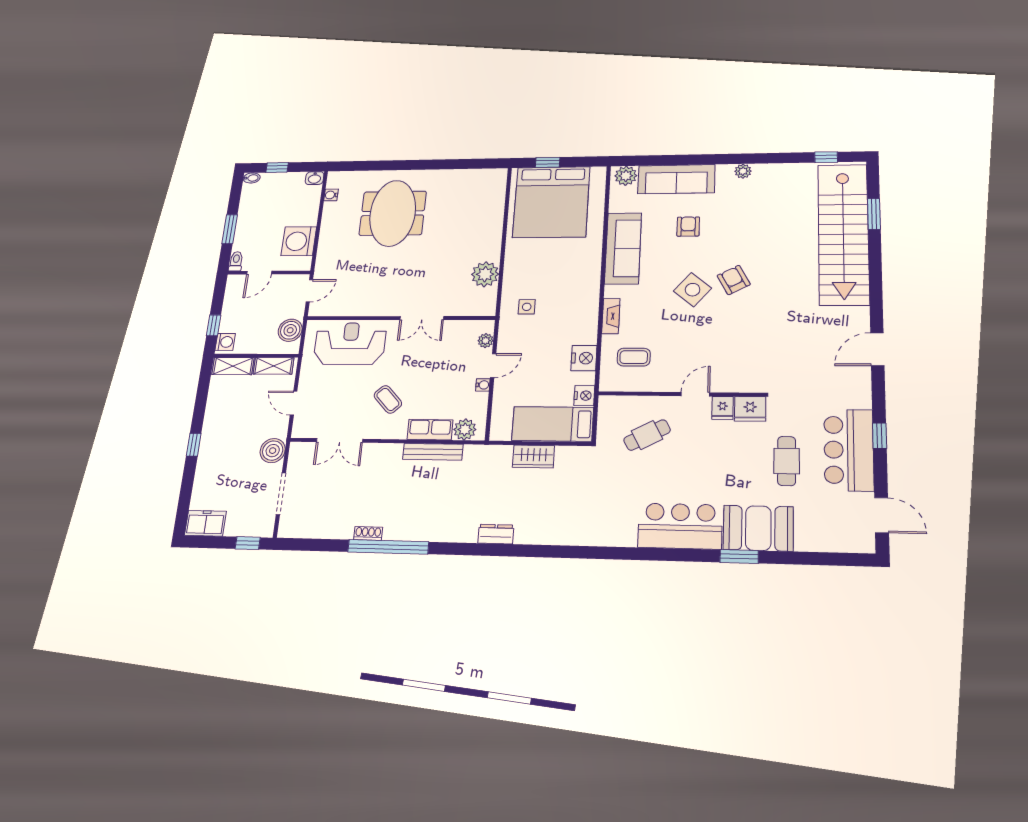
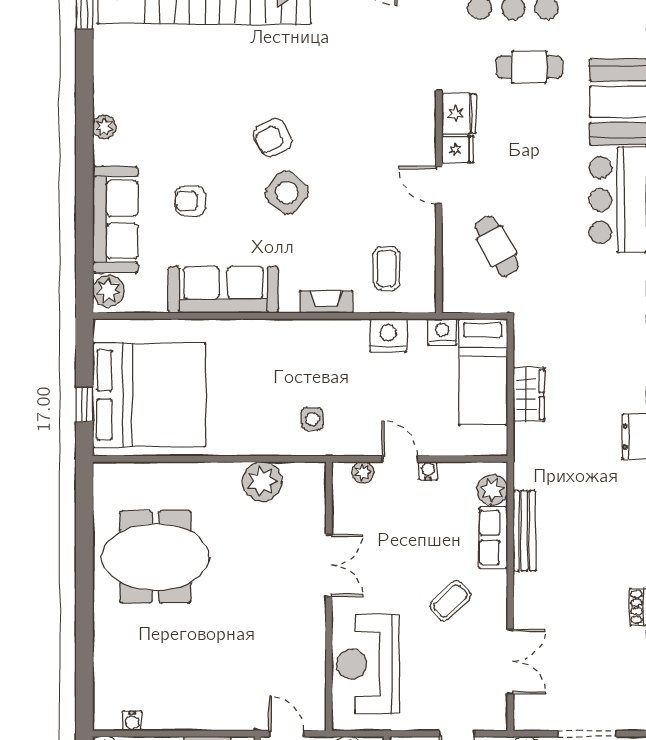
meeting table: (393, 213) -> (156, 557), moved

